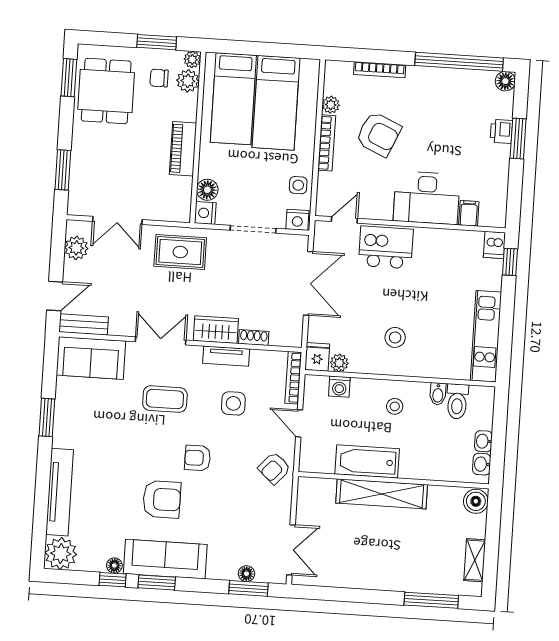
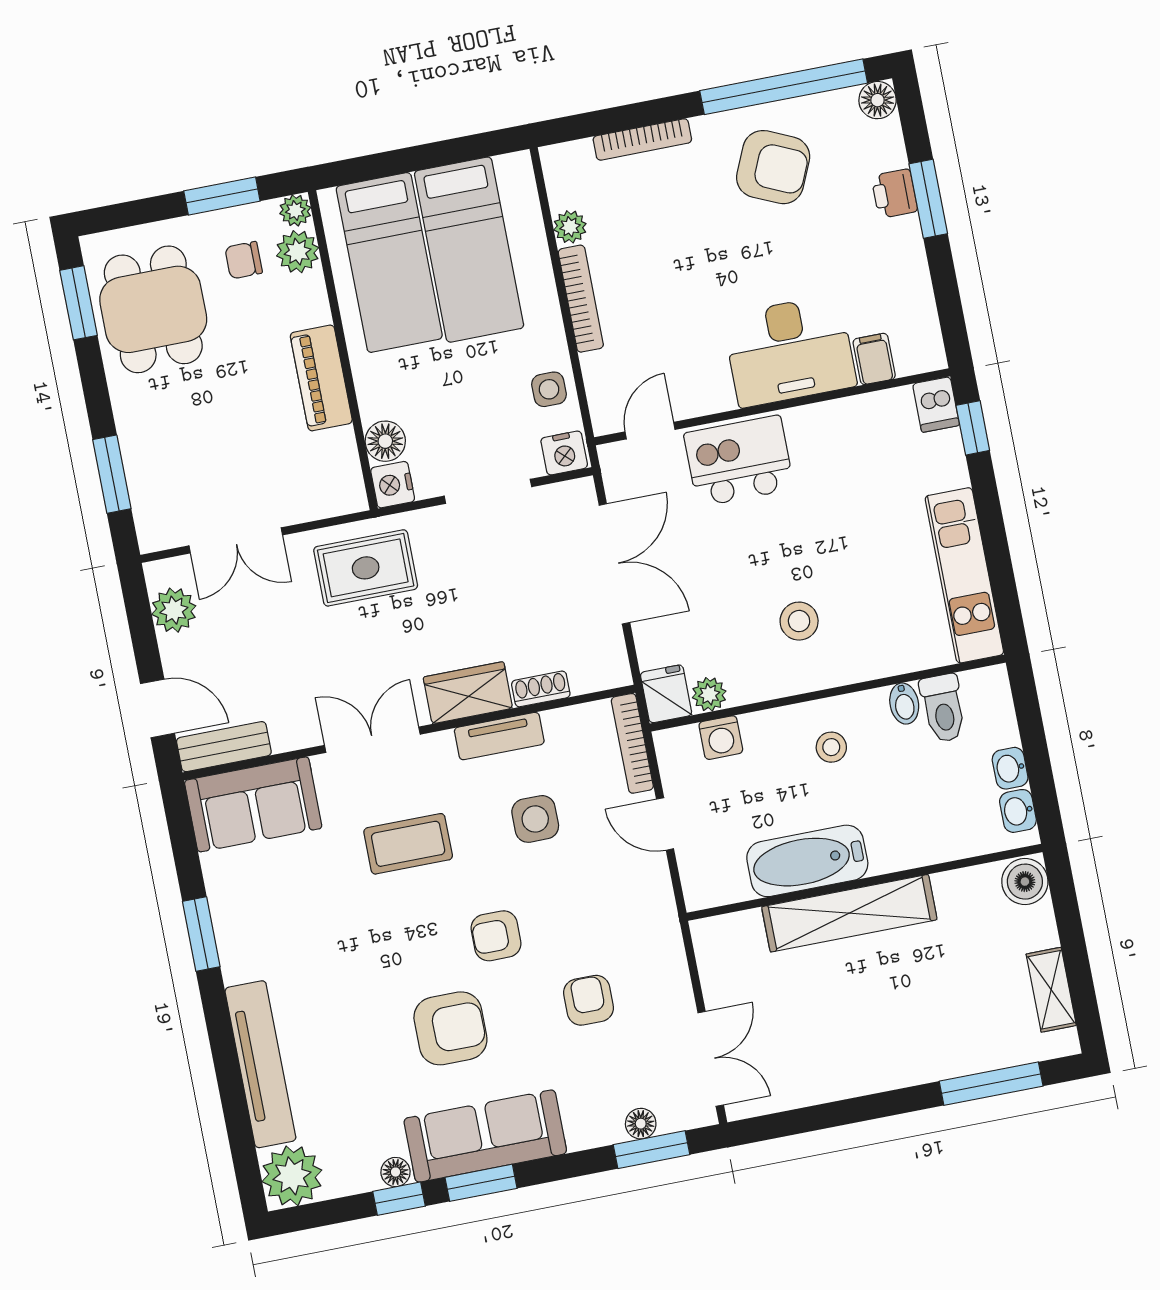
armchair: (378, 134) -> (773, 167), moved
door: (55, 296) -> (157, 708), hinge flipped
armchair: (274, 468) -> (589, 1000), moved, turned 138

